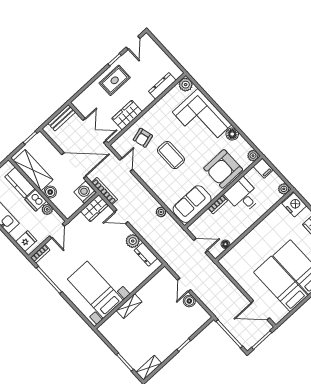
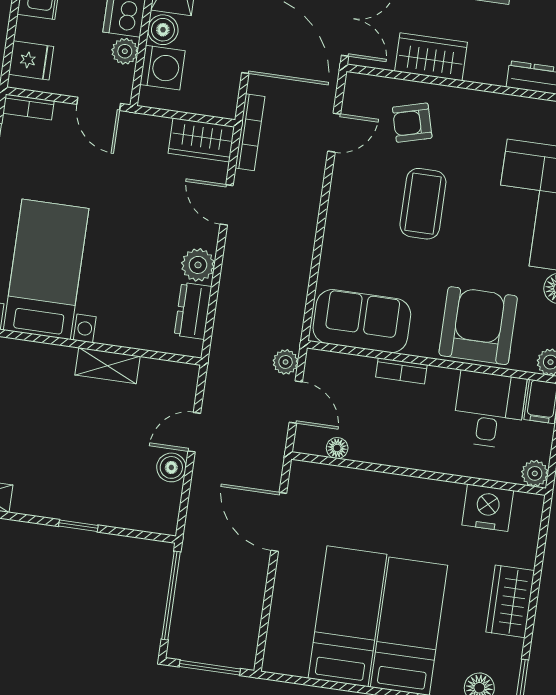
armchair: (223, 169) -> (478, 326), turned 90
washing machine: (85, 192) -> (163, 68), moved, turned 90
desk: (243, 196) -> (489, 410), moved
nightstand: (294, 205) -> (488, 508), moved, turned -90
plant: (161, 212) -> (286, 362), moved
door: (57, 231) -> (99, 104), hinge flipped
shelving: (129, 306) -> (107, 366), moved
door: (260, 310) -> (279, 522), moved

